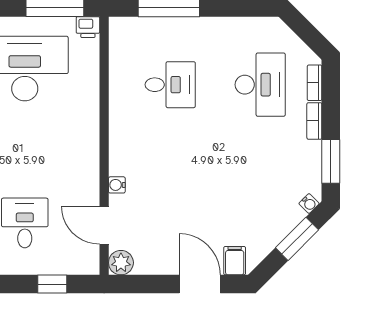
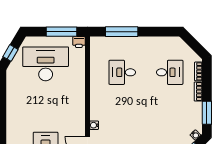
desk: (170, 85) -> (122, 72), turned 180
desk: (260, 85) -> (170, 72), width x0.73

